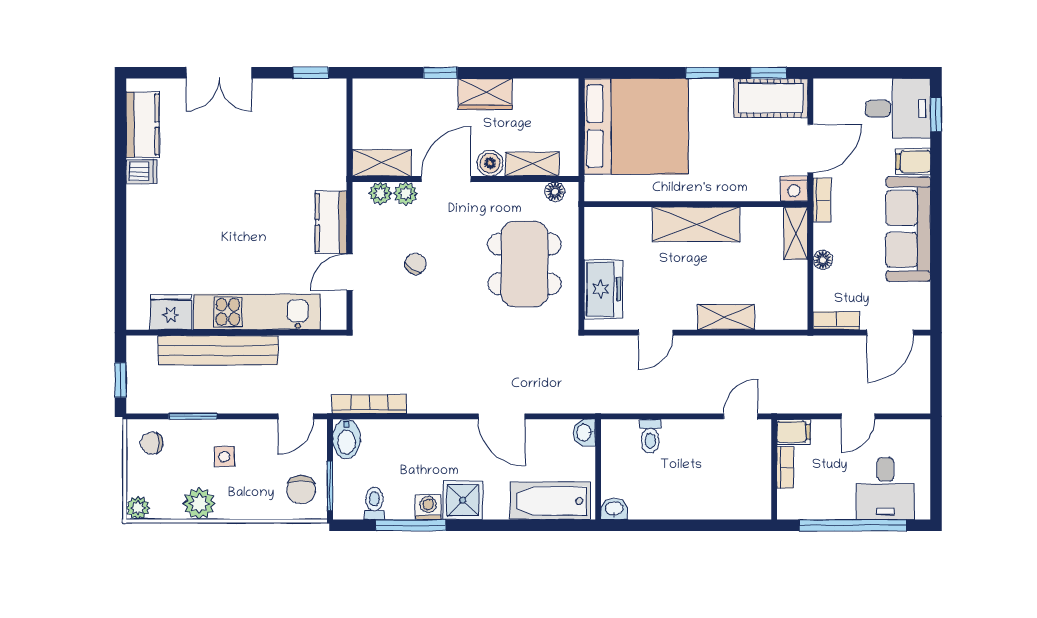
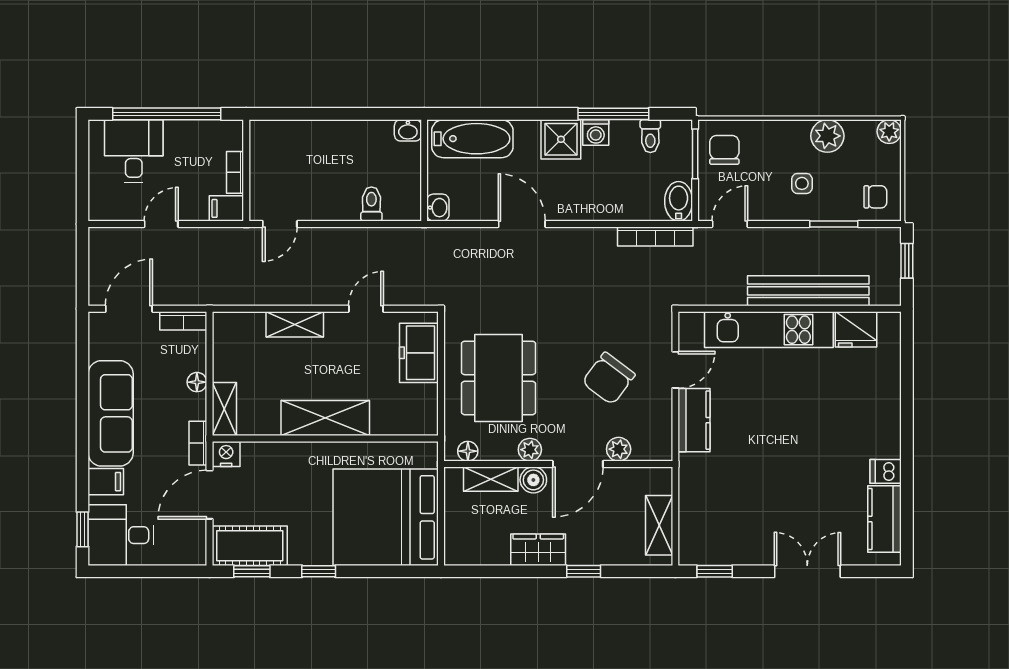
shelving: (382, 163) -> (659, 525), moved, turned 90
plant: (380, 193) -> (530, 450), moved
chair: (416, 264) -> (609, 378), width x1.87, depth x1.87

